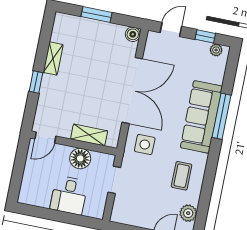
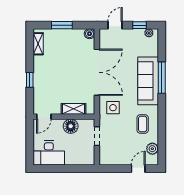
shelving: (53, 58) -> (38, 44), moved
desk: (69, 195) -> (49, 153), moved, width x1.37

